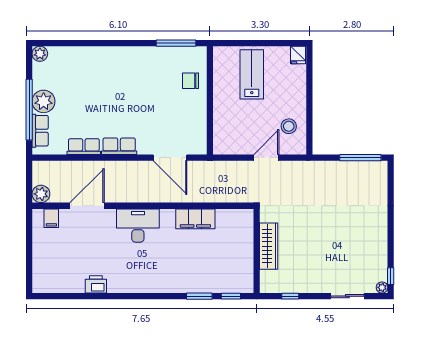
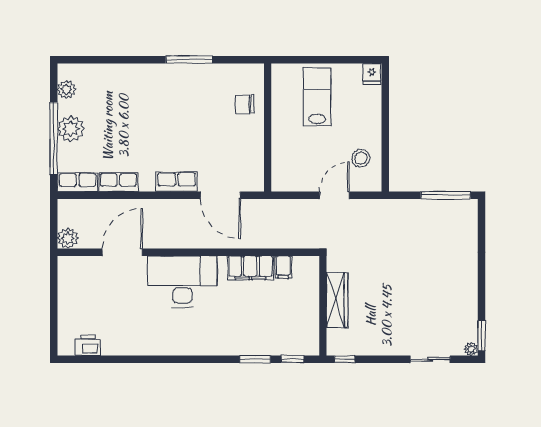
window: (176, 43) -> (189, 60), moved
plant: (40, 54) -> (66, 90), moved
row of seats: (40, 131) -> (78, 182), moved, turned -90
row of seats: (119, 146) -> (177, 182), moved
filing cabinet: (51, 218) -> (283, 267), moved
desk: (138, 226) -> (182, 282), width x1.36, depth x1.30
window: (391, 276) -> (481, 335), width x1.50
printer: (96, 284) -> (88, 345), moved
window: (290, 296) -> (345, 359), moved

